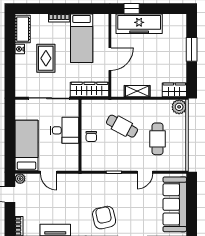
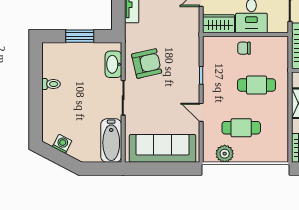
plant: (179, 107) -> (225, 154), moved
cafe table: (122, 126) -> (257, 85), turned 62
wardrobe: (71, 158) -> (219, 24), added

